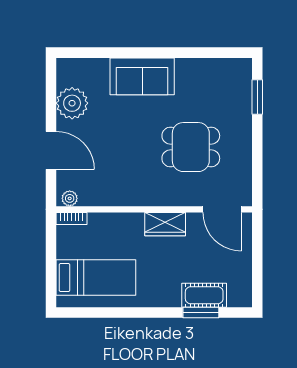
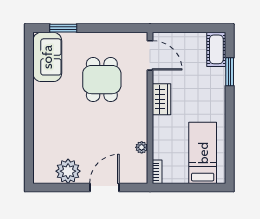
sofa: (142, 76) -> (47, 57), moved
plant: (70, 198) -> (142, 147), moved
door: (222, 209) -> (150, 55), hinge flipped
cot: (204, 295) -> (216, 49), moved

